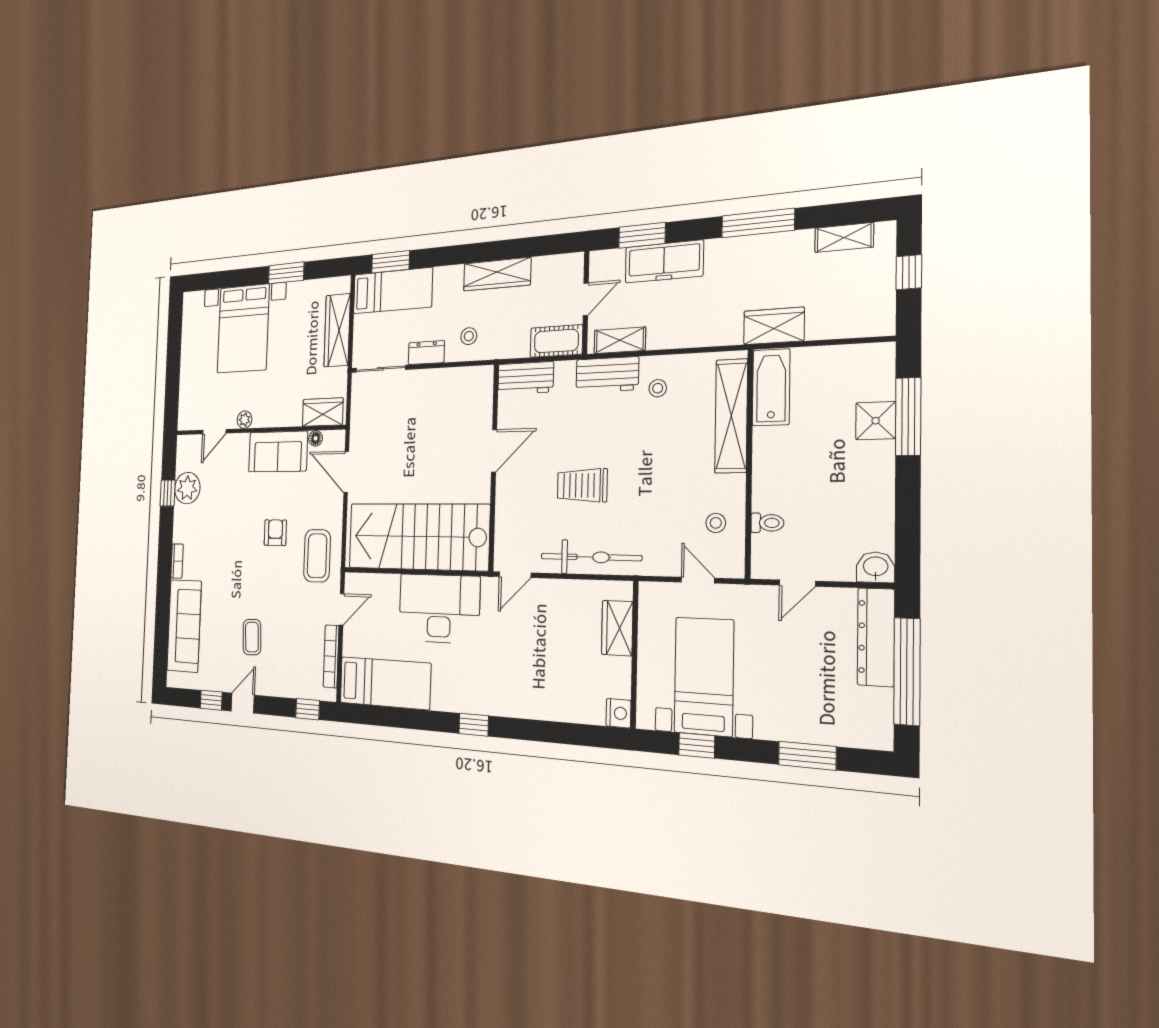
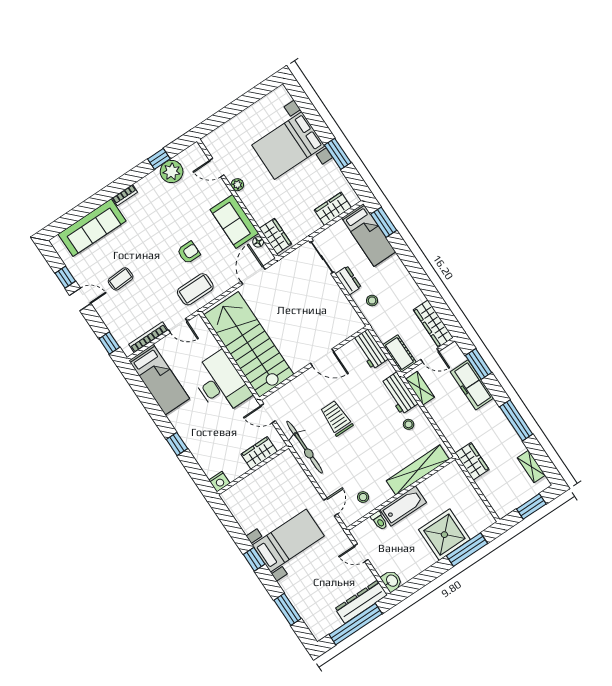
window: (909, 272) -> (531, 506), width x1.50
wardrobe: (497, 274) -> (433, 324), moved
wardrobe: (337, 330) -> (333, 209), width x0.67
bathtub: (771, 387) -> (403, 506), moved
shower: (876, 421) -> (444, 535), width x1.86, depth x1.86
wardrobe: (617, 628) -> (259, 453), moved
wall: (634, 654) -> (253, 470), moved
nightstand: (618, 713) -> (219, 482), moved

